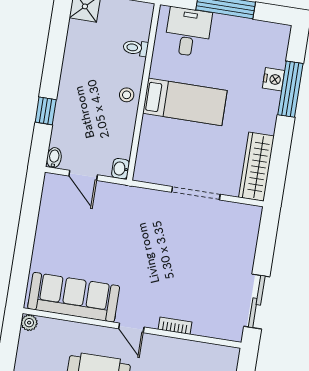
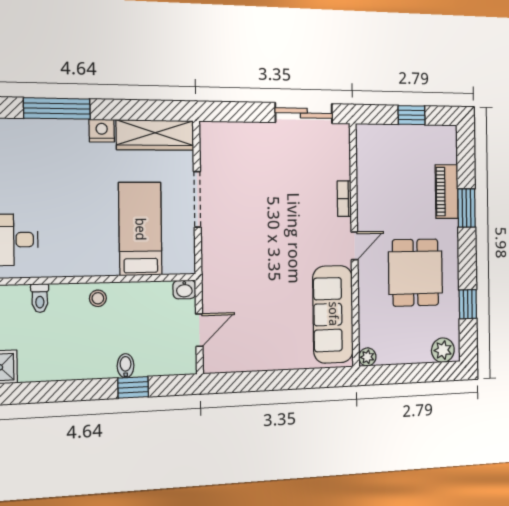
nightstand: (274, 79) -> (102, 131), moved
bed: (185, 102) -> (140, 229), moved
bidet: (54, 158) -> (126, 366), moved, turned 90

